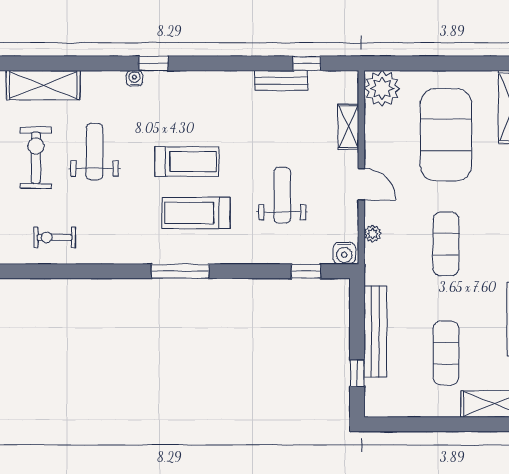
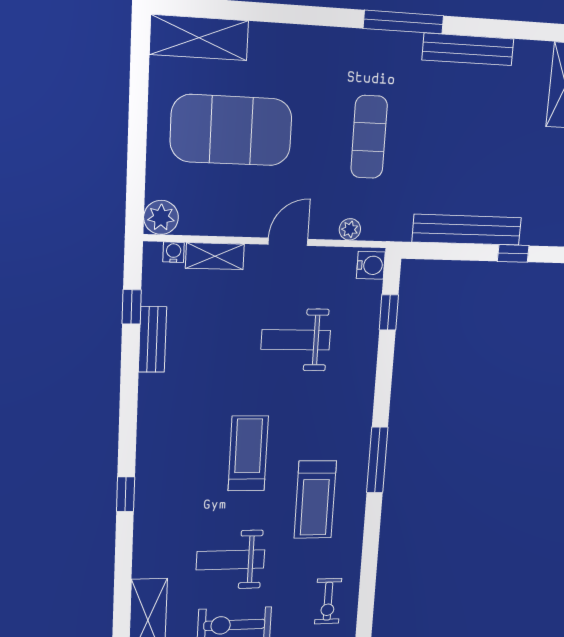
water cooler: (134, 78) -> (174, 252), moved, turned 90
plant: (382, 88) -> (161, 217), width x0.73, depth x0.73
treadmill: (196, 213) -> (315, 500), moved
exercise mat: (446, 244) -> (369, 137), turned 90
exercise mat: (446, 353) -> (500, 143), removed

